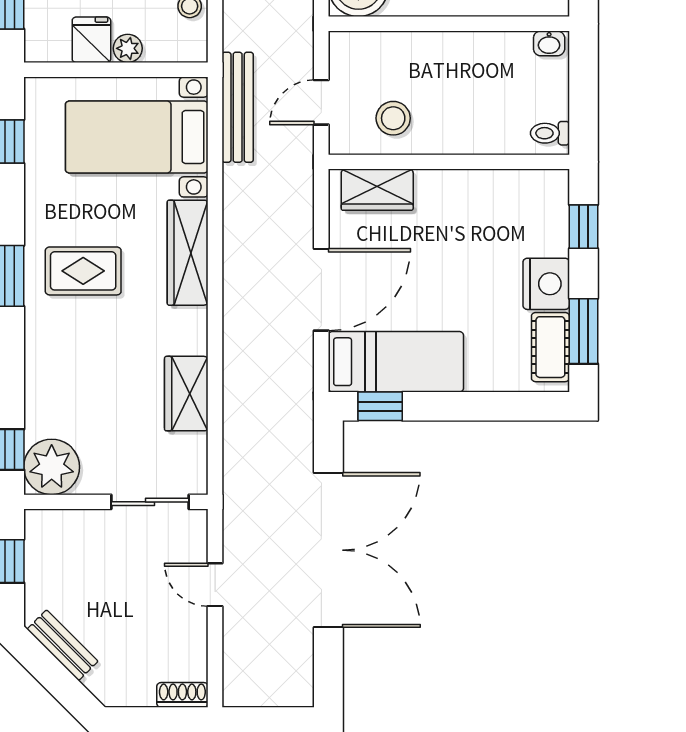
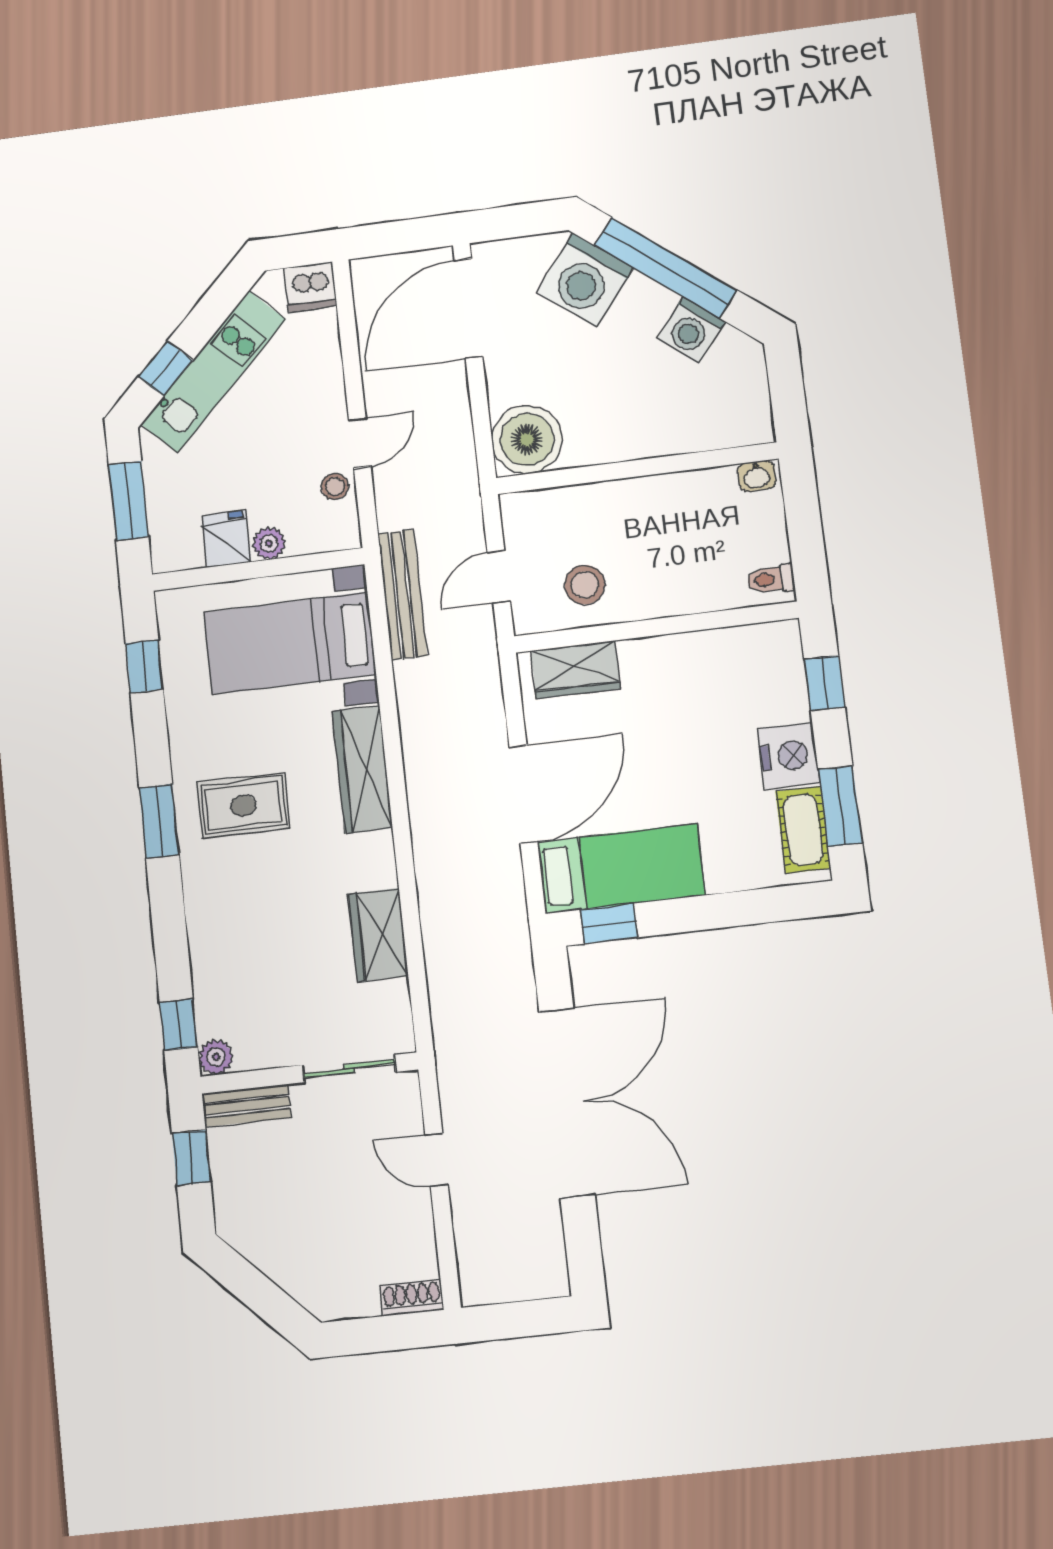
plant: (52, 467) -> (216, 1057), width x0.53, depth x0.53
bench: (63, 645) -> (246, 1106), moved, turned -45

